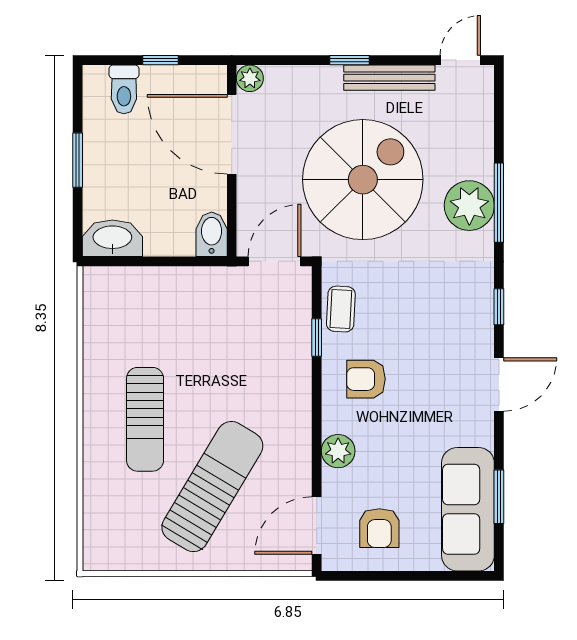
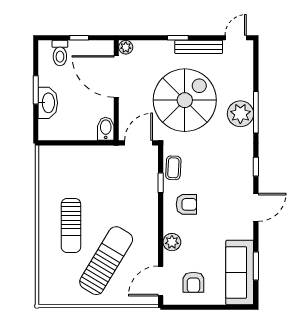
washbasin: (112, 238) -> (48, 103), moved, turned 90
armchair: (366, 379) -> (186, 204), turned 180

